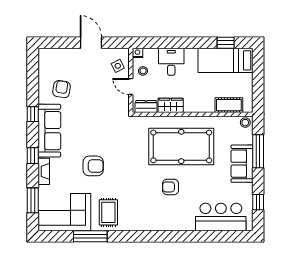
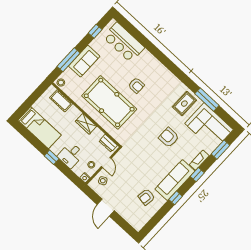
window: (226, 43) -> (52, 157), moved
wardrobe: (171, 105) -> (86, 124), moved

